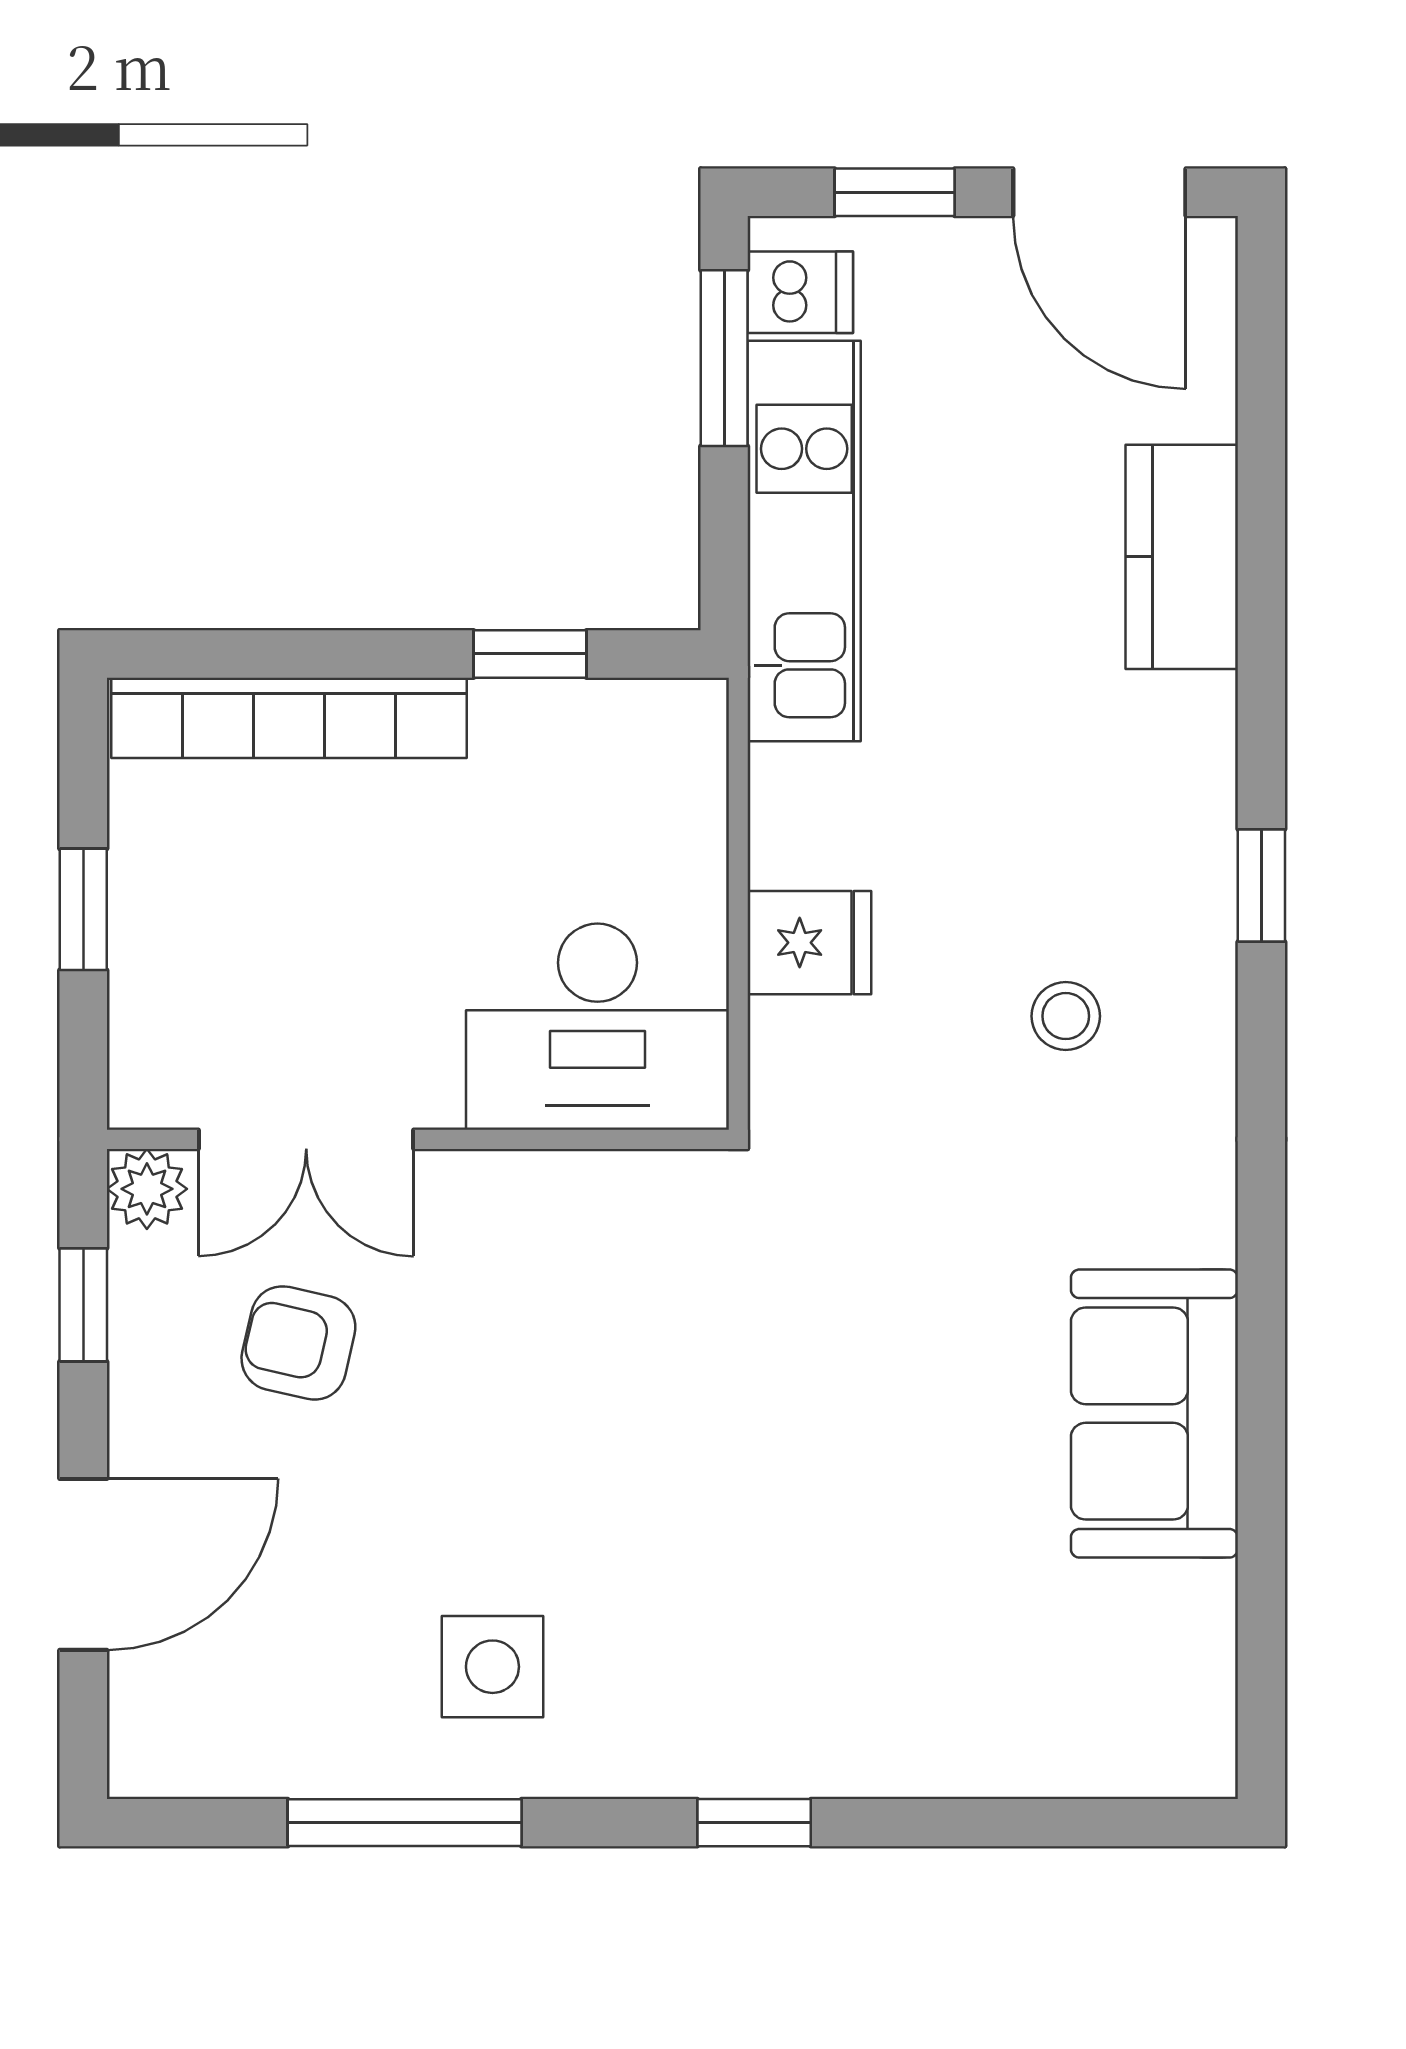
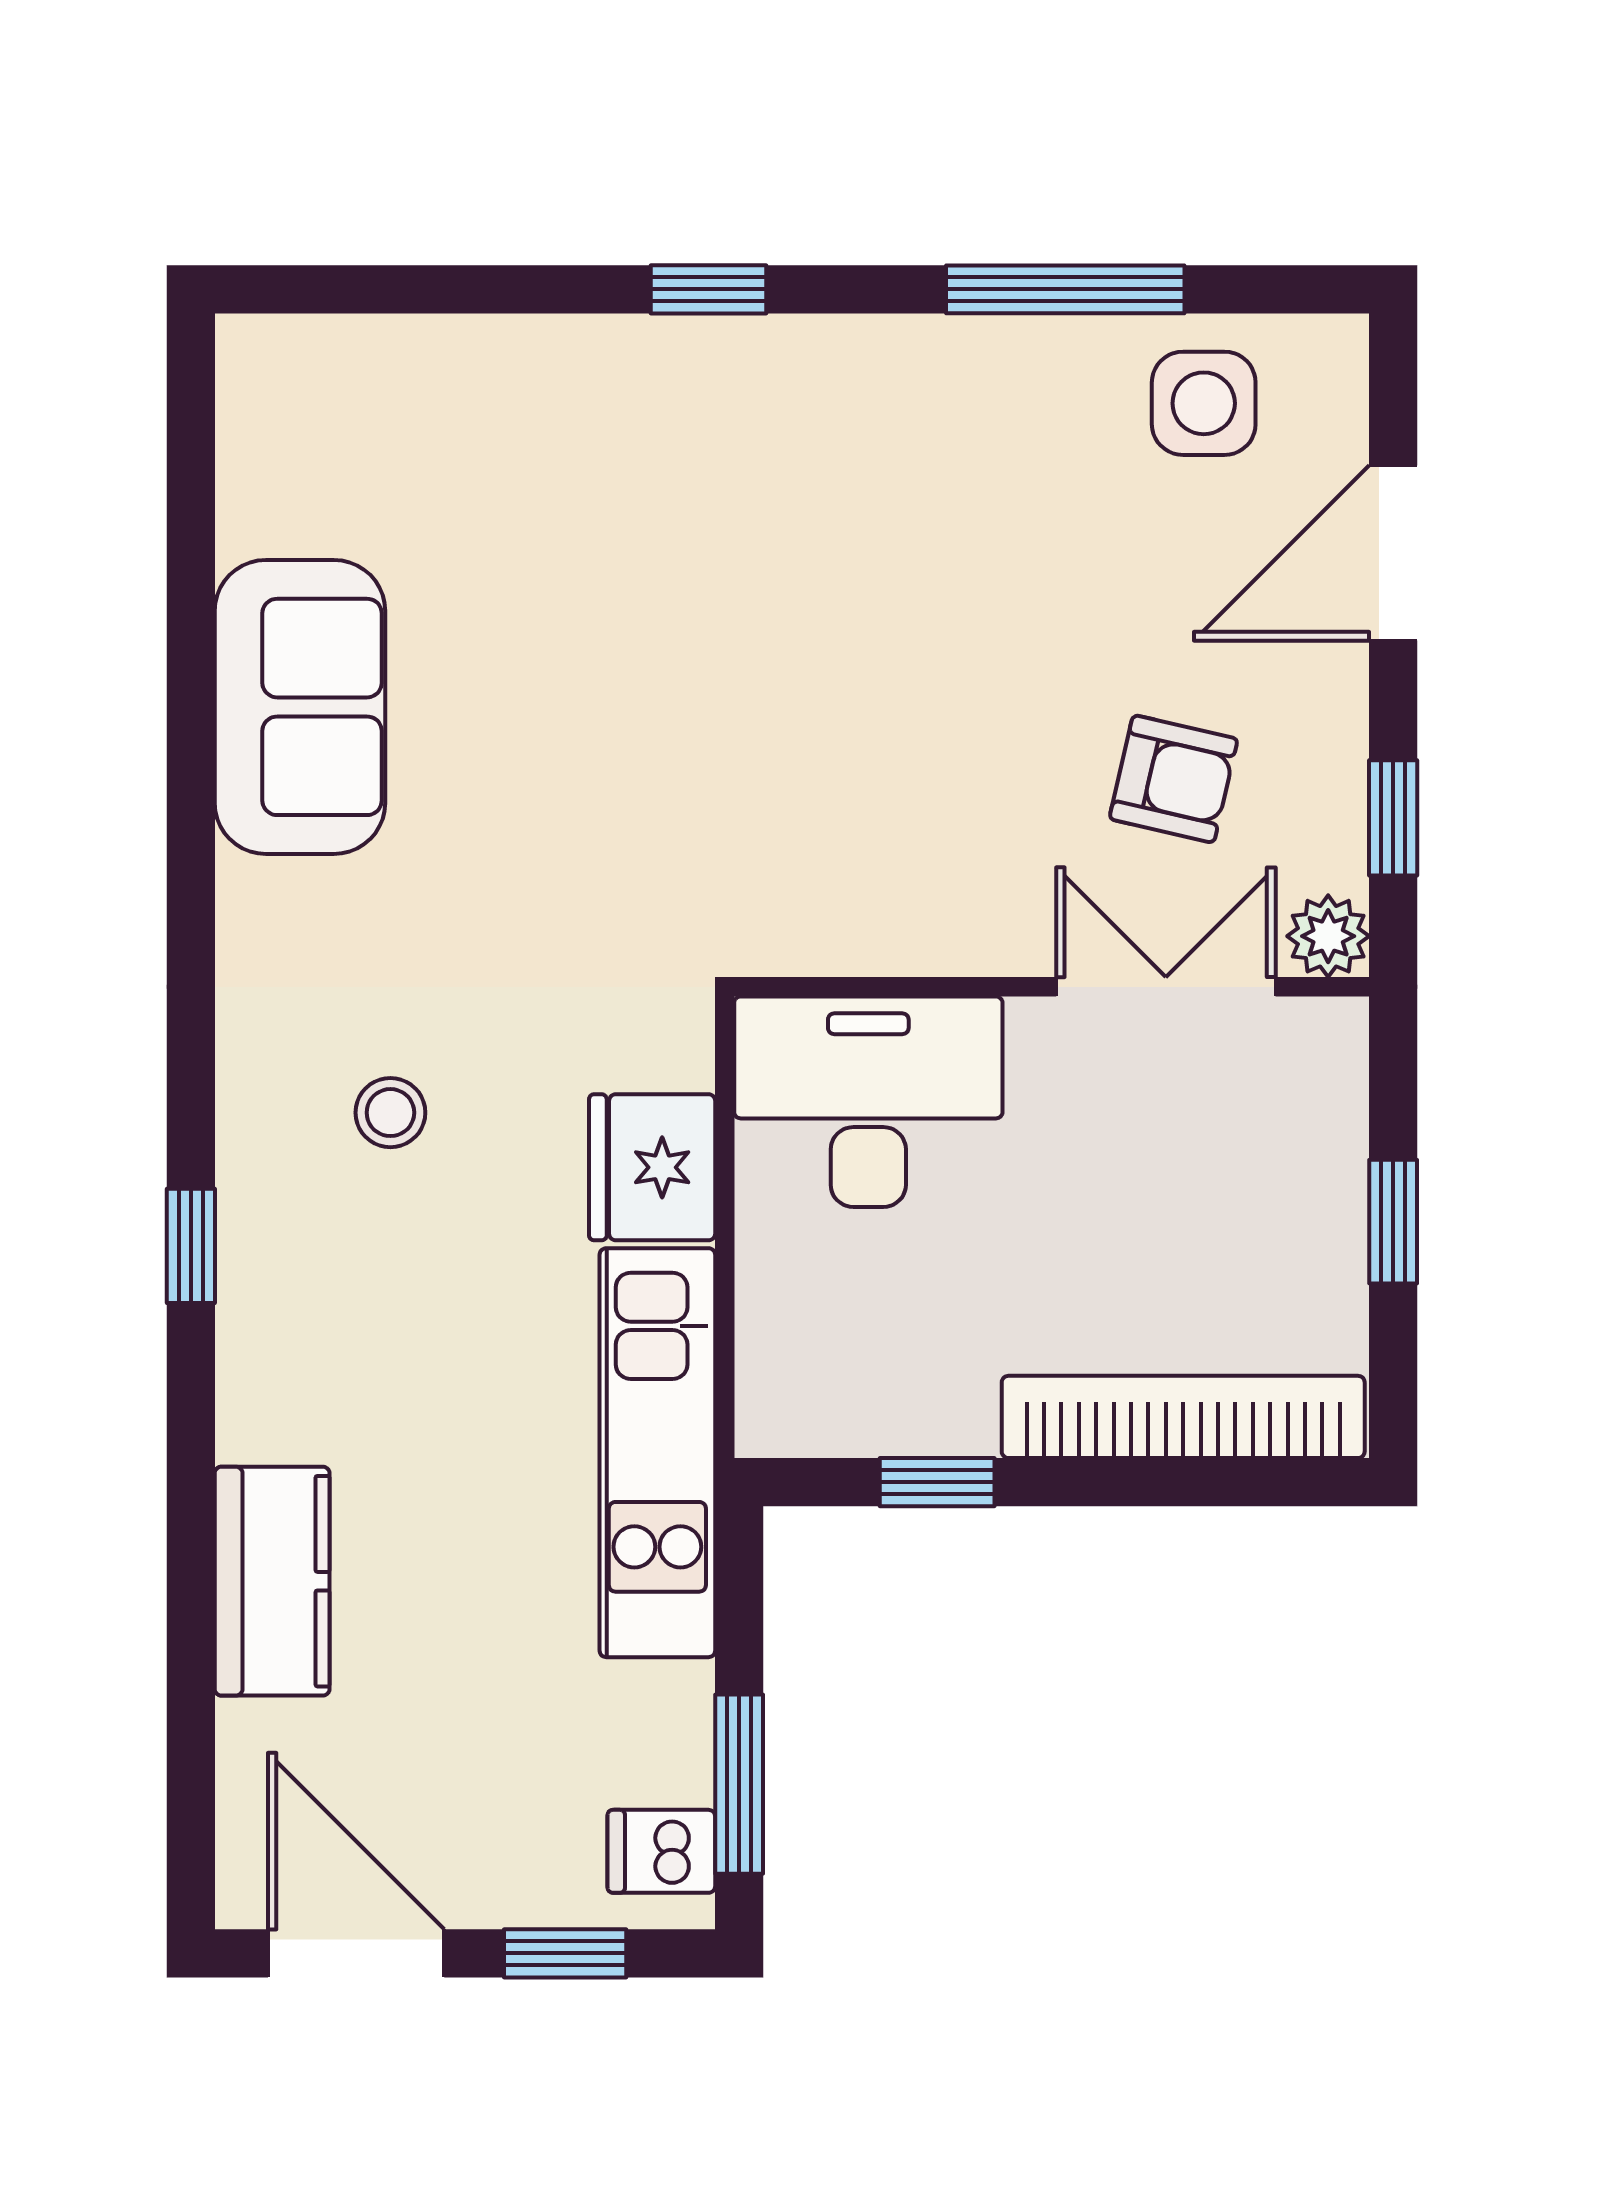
kitchen unit: (804, 541) -> (657, 1453), moved
fridge: (809, 943) -> (652, 1167), width x1.38
side table: (492, 1667) -> (1204, 403), moved

